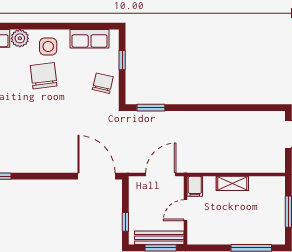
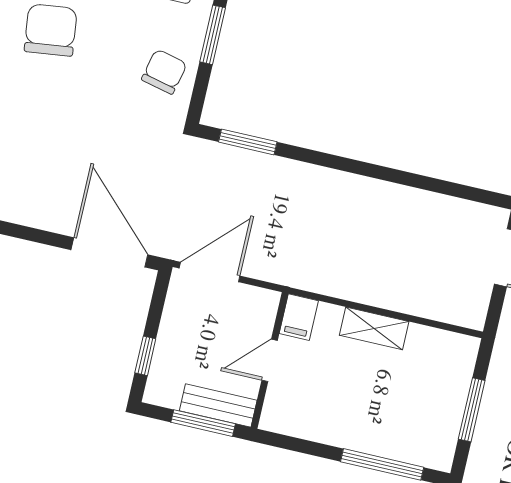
window: (122, 60) -> (213, 35), width x1.50
door: (161, 175) -> (210, 272), moved
bench: (159, 238) -> (218, 405), width x0.73

